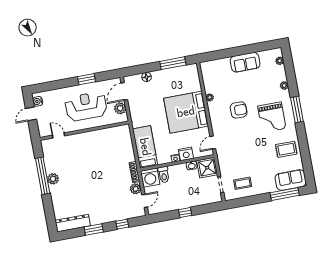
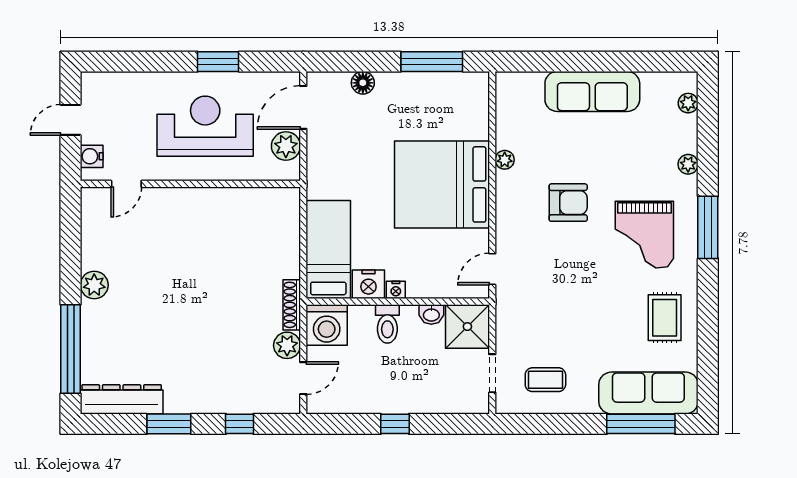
sofa: (245, 62) -> (592, 91), width x1.36
water cooler: (38, 101) -> (92, 156), moved
door: (58, 136) -> (126, 184), swing flipped
rug: (286, 149) -> (665, 318), turned 90
nightstand: (186, 154) -> (368, 284), moved
toilet: (164, 175) -> (387, 324), moved
window: (43, 176) -> (71, 349), moved
sofa: (291, 180) -> (648, 393), width x1.36

